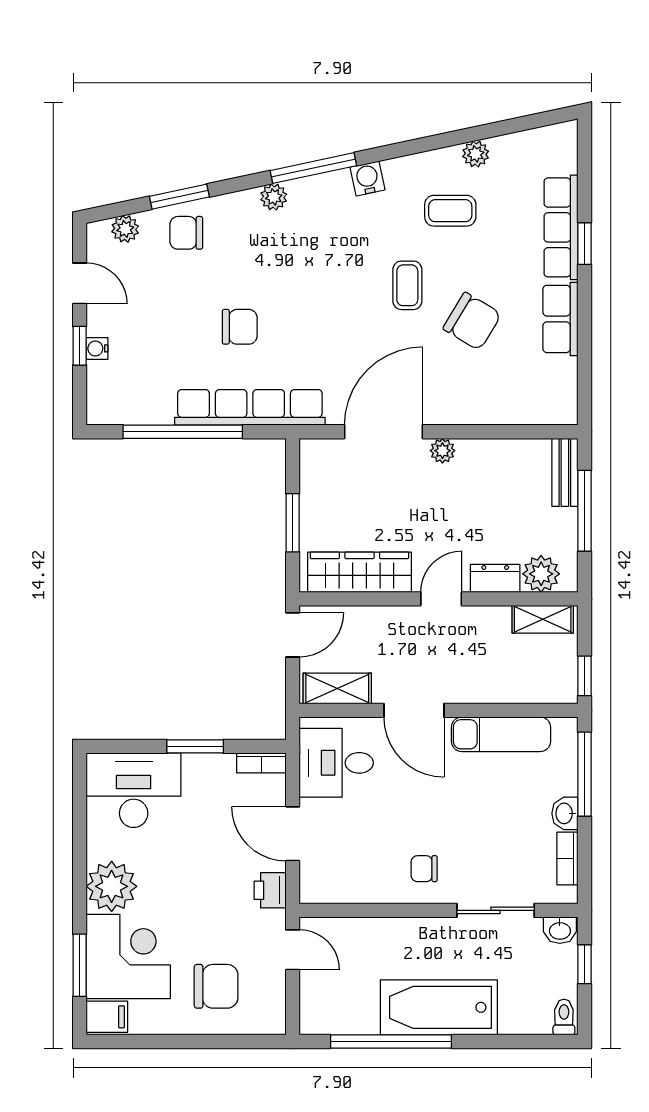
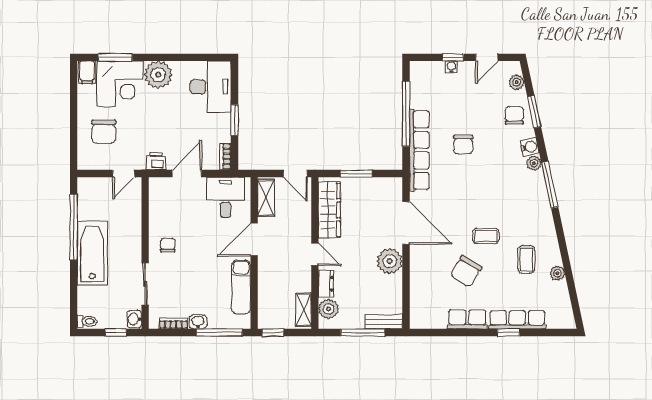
water cooler: (367, 178) -> (530, 147), moved
plant: (442, 451) -> (390, 261), width x1.88, depth x1.88

